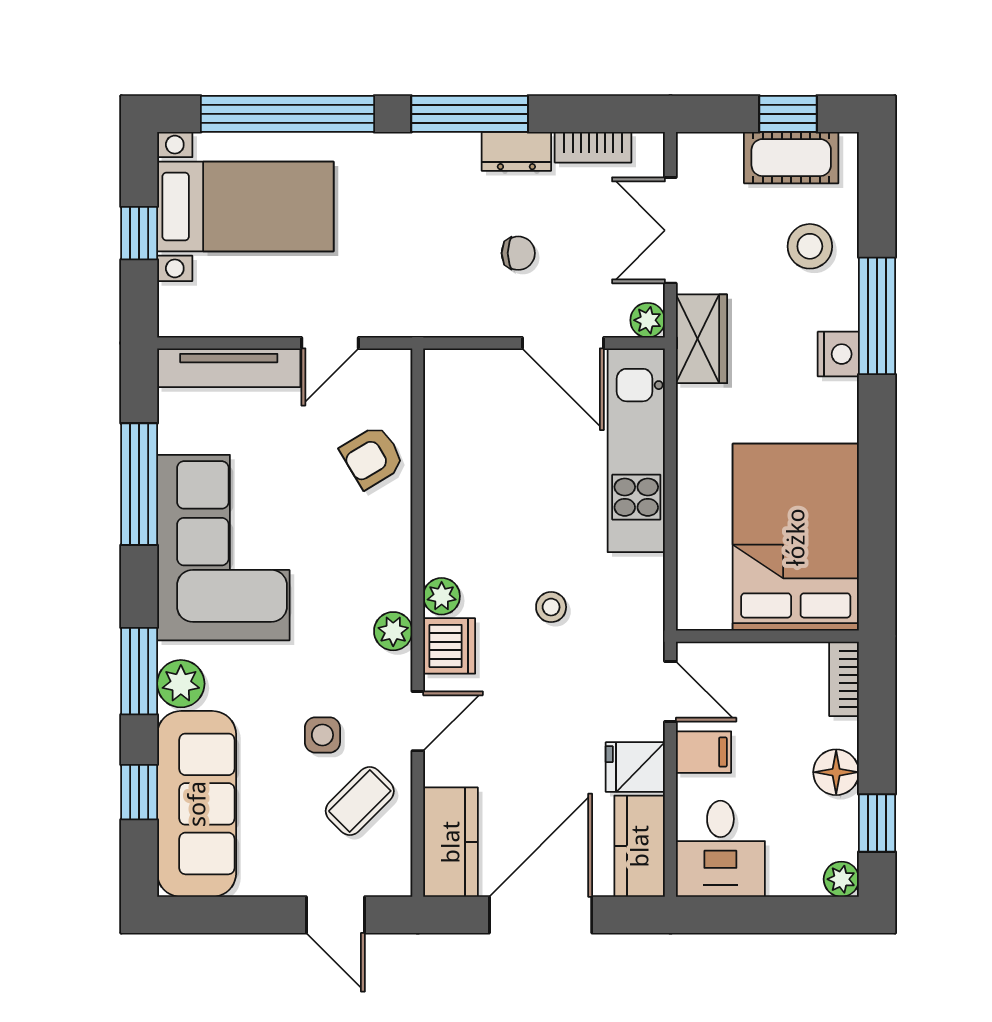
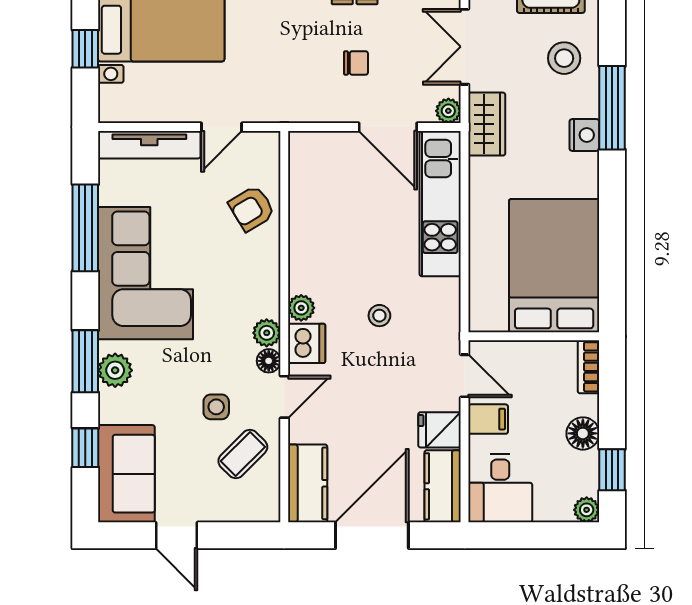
floor lamp: (396, 670) -> (269, 361), added
sofa: (197, 804) -> (126, 474), width x0.73
door: (336, 915) -> (177, 535), moved

